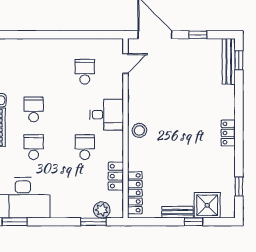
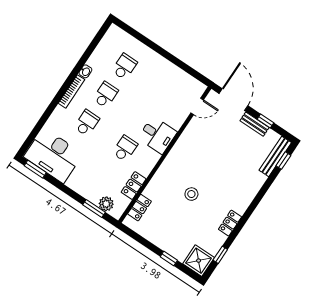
school desk: (85, 72) -> (124, 67), moved
stool: (139, 130) -> (191, 194), moved
locker: (228, 133) -> (230, 223), moved
locker: (135, 193) -> (139, 208), width x0.66
shower: (207, 205) -> (199, 261), moved
bench: (178, 212) -> (254, 124), moved

